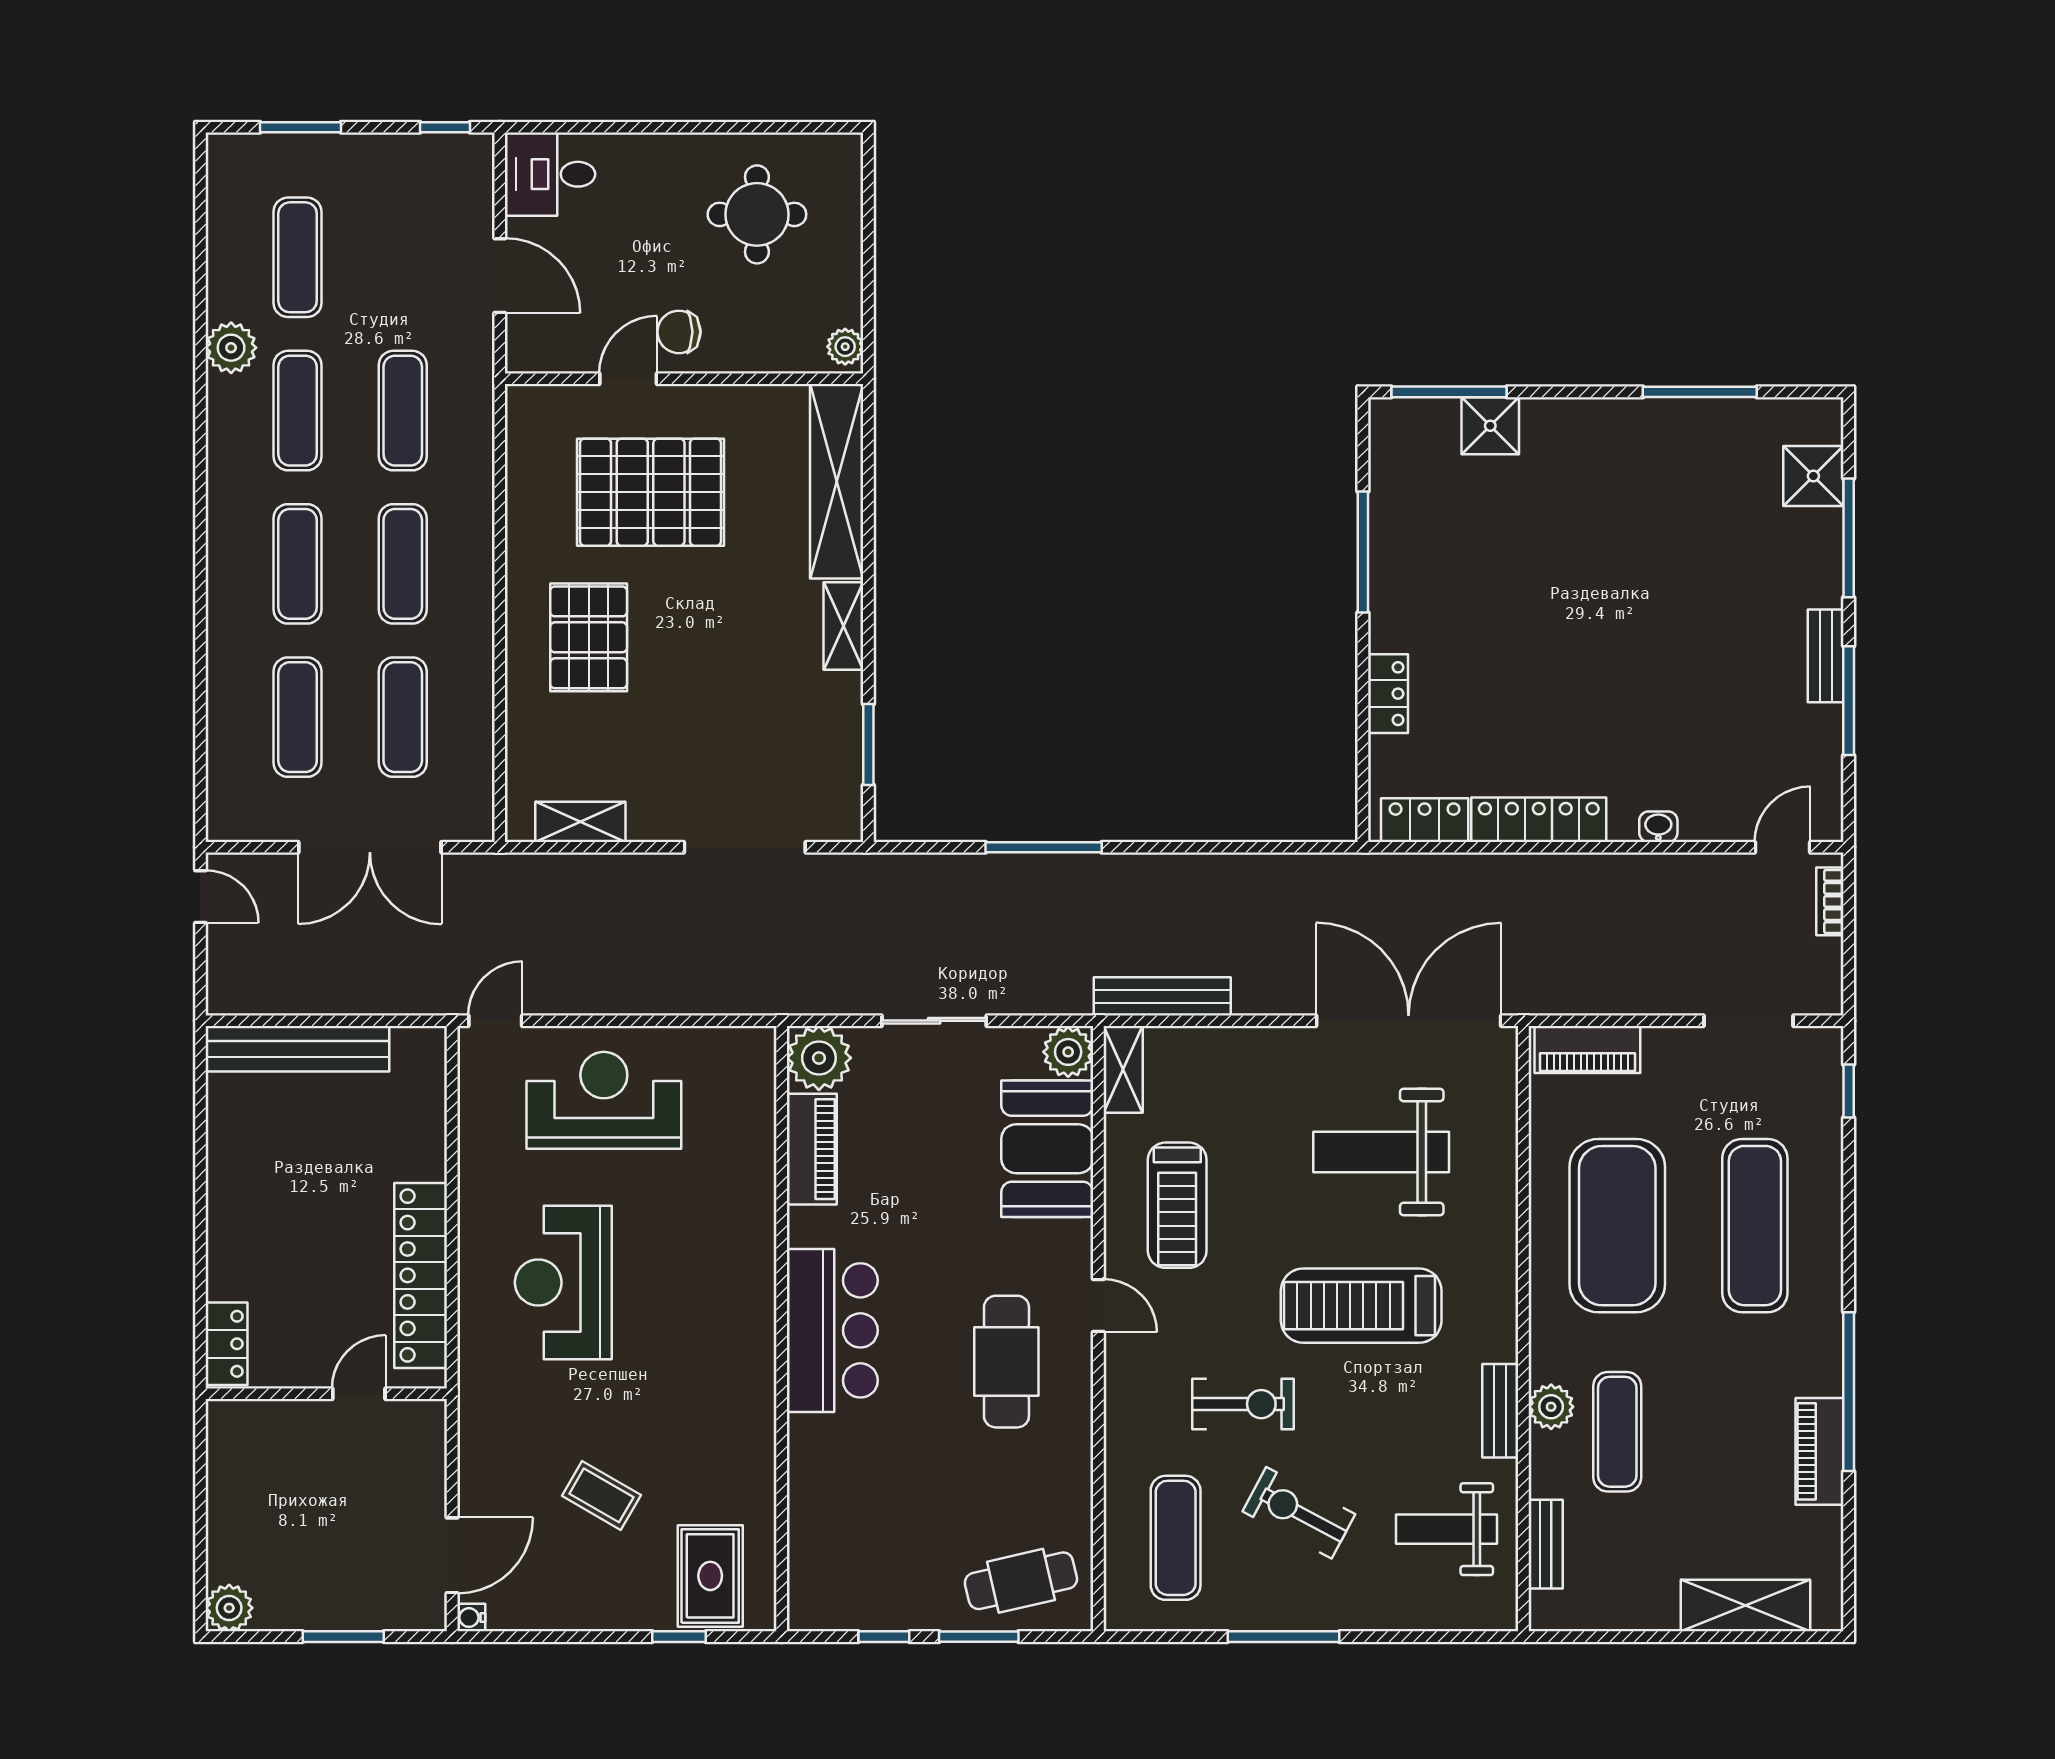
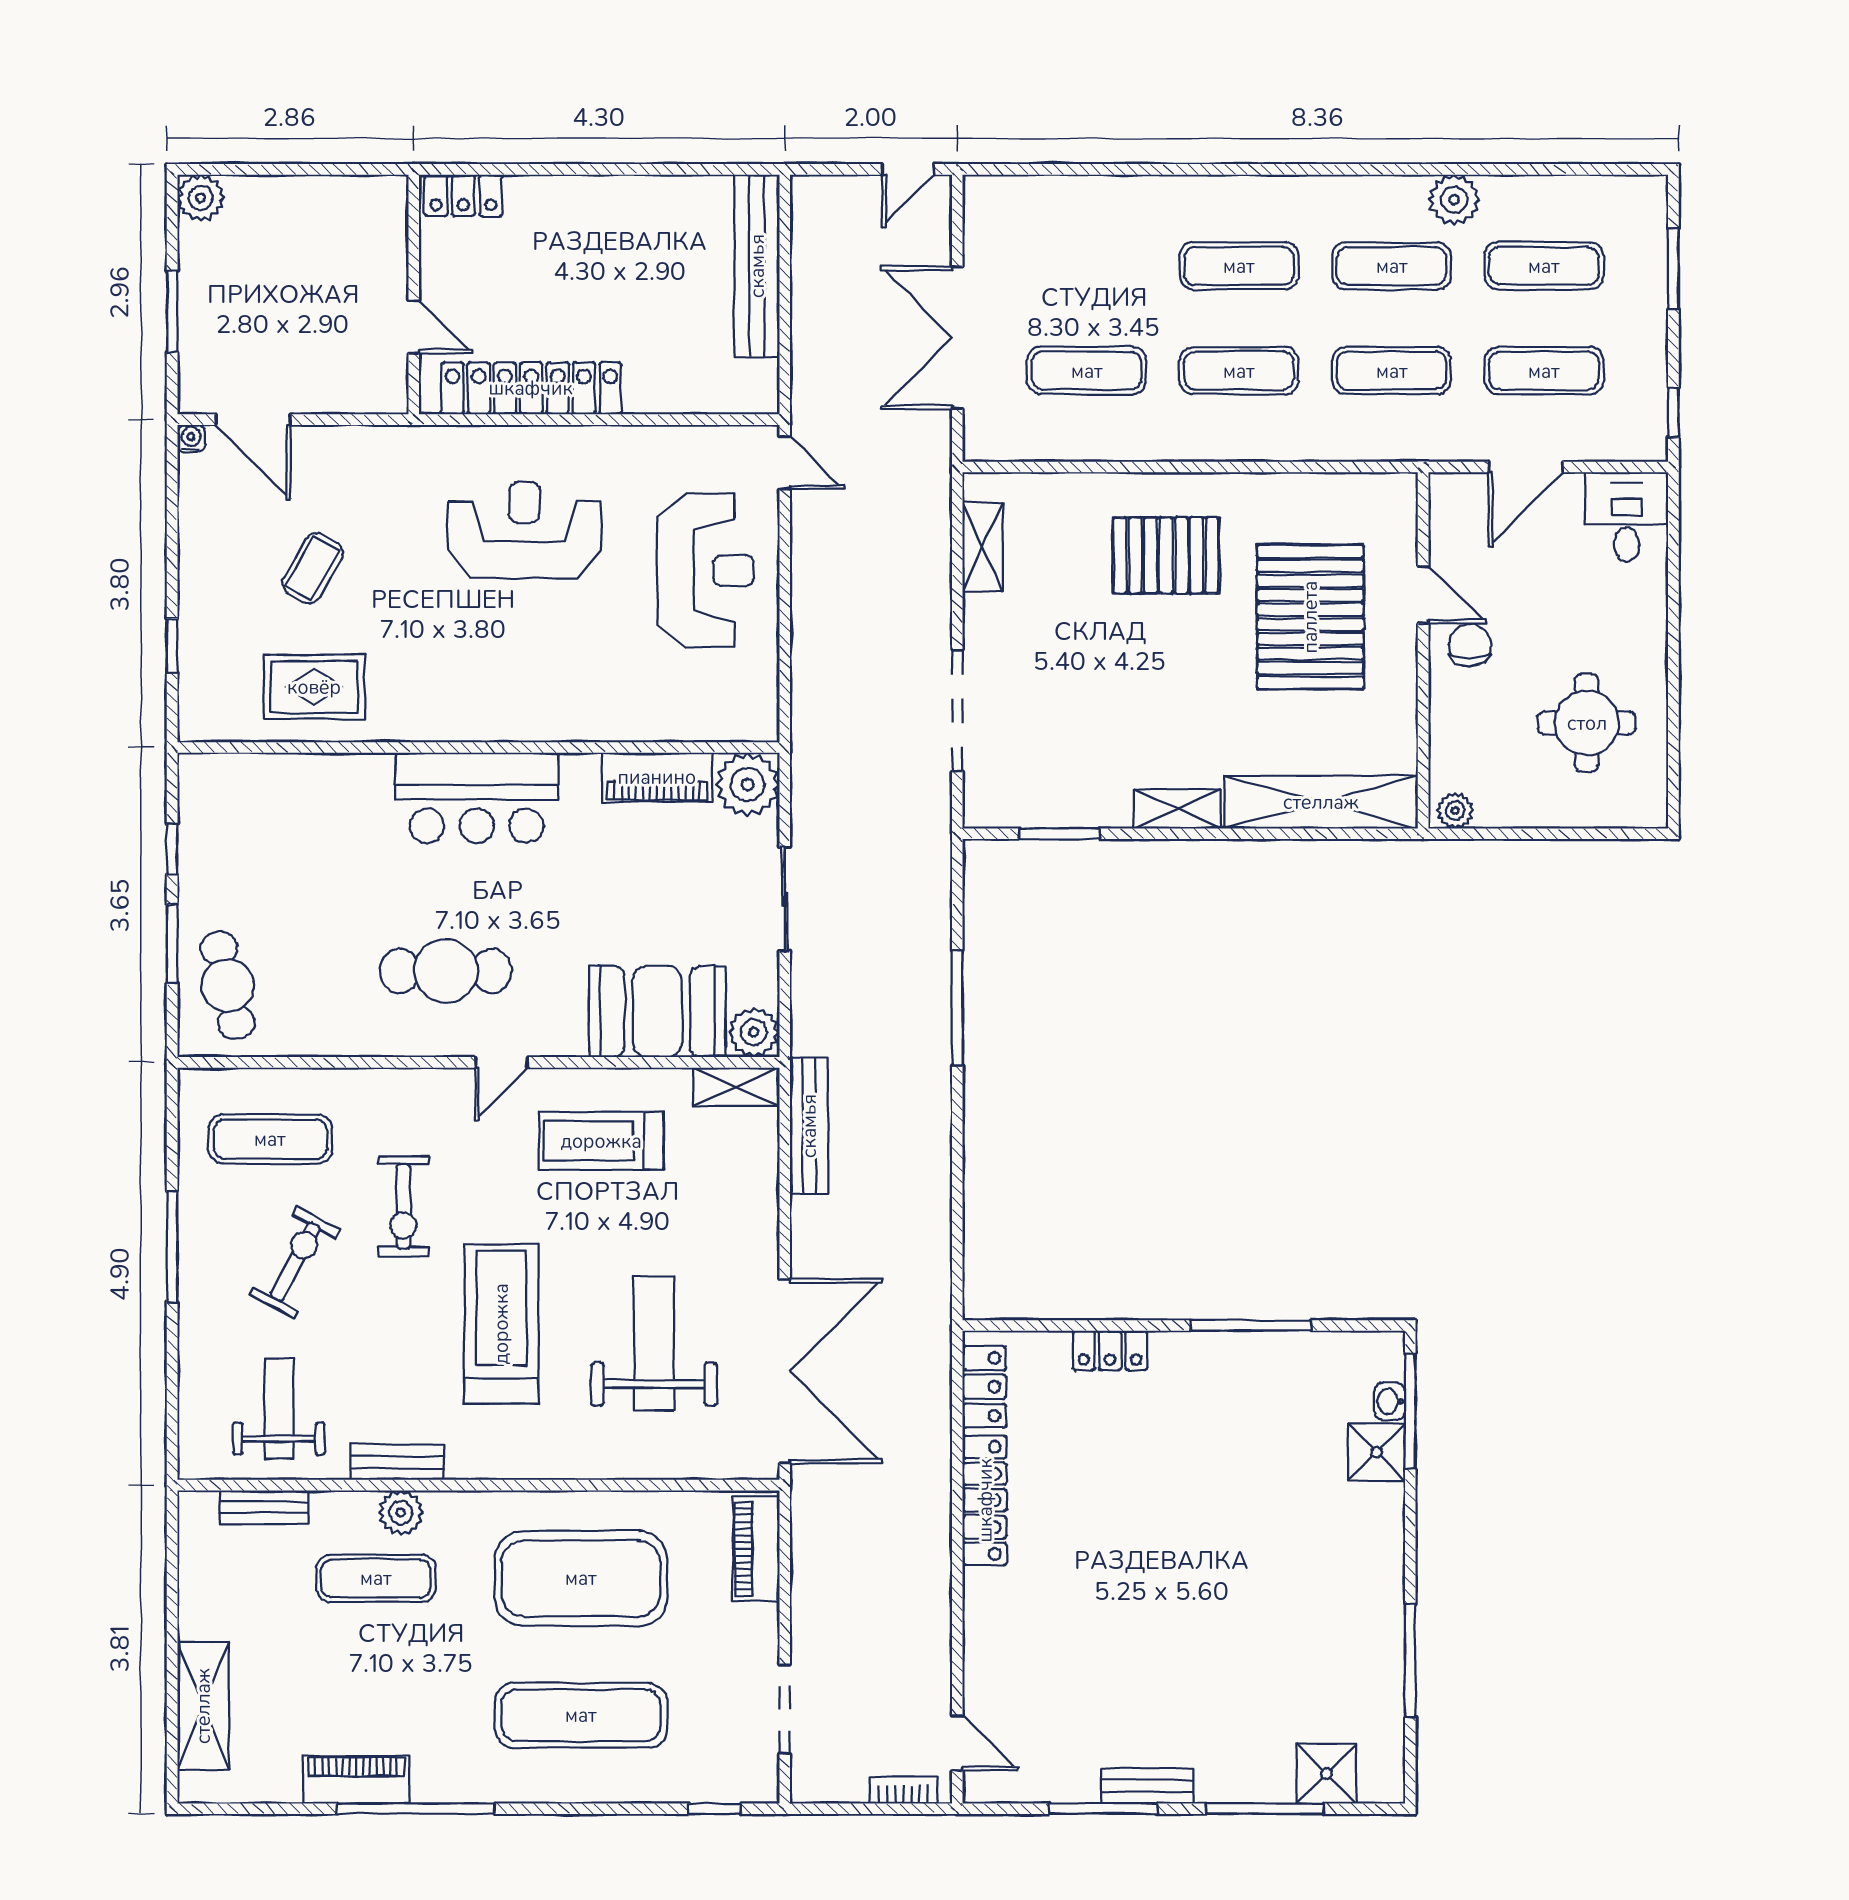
exercise mat: (298, 717) -> (1544, 371), moved
washbasin: (1658, 827) -> (1390, 1401), moved, turned 180
rug: (710, 1576) -> (314, 687), moved

